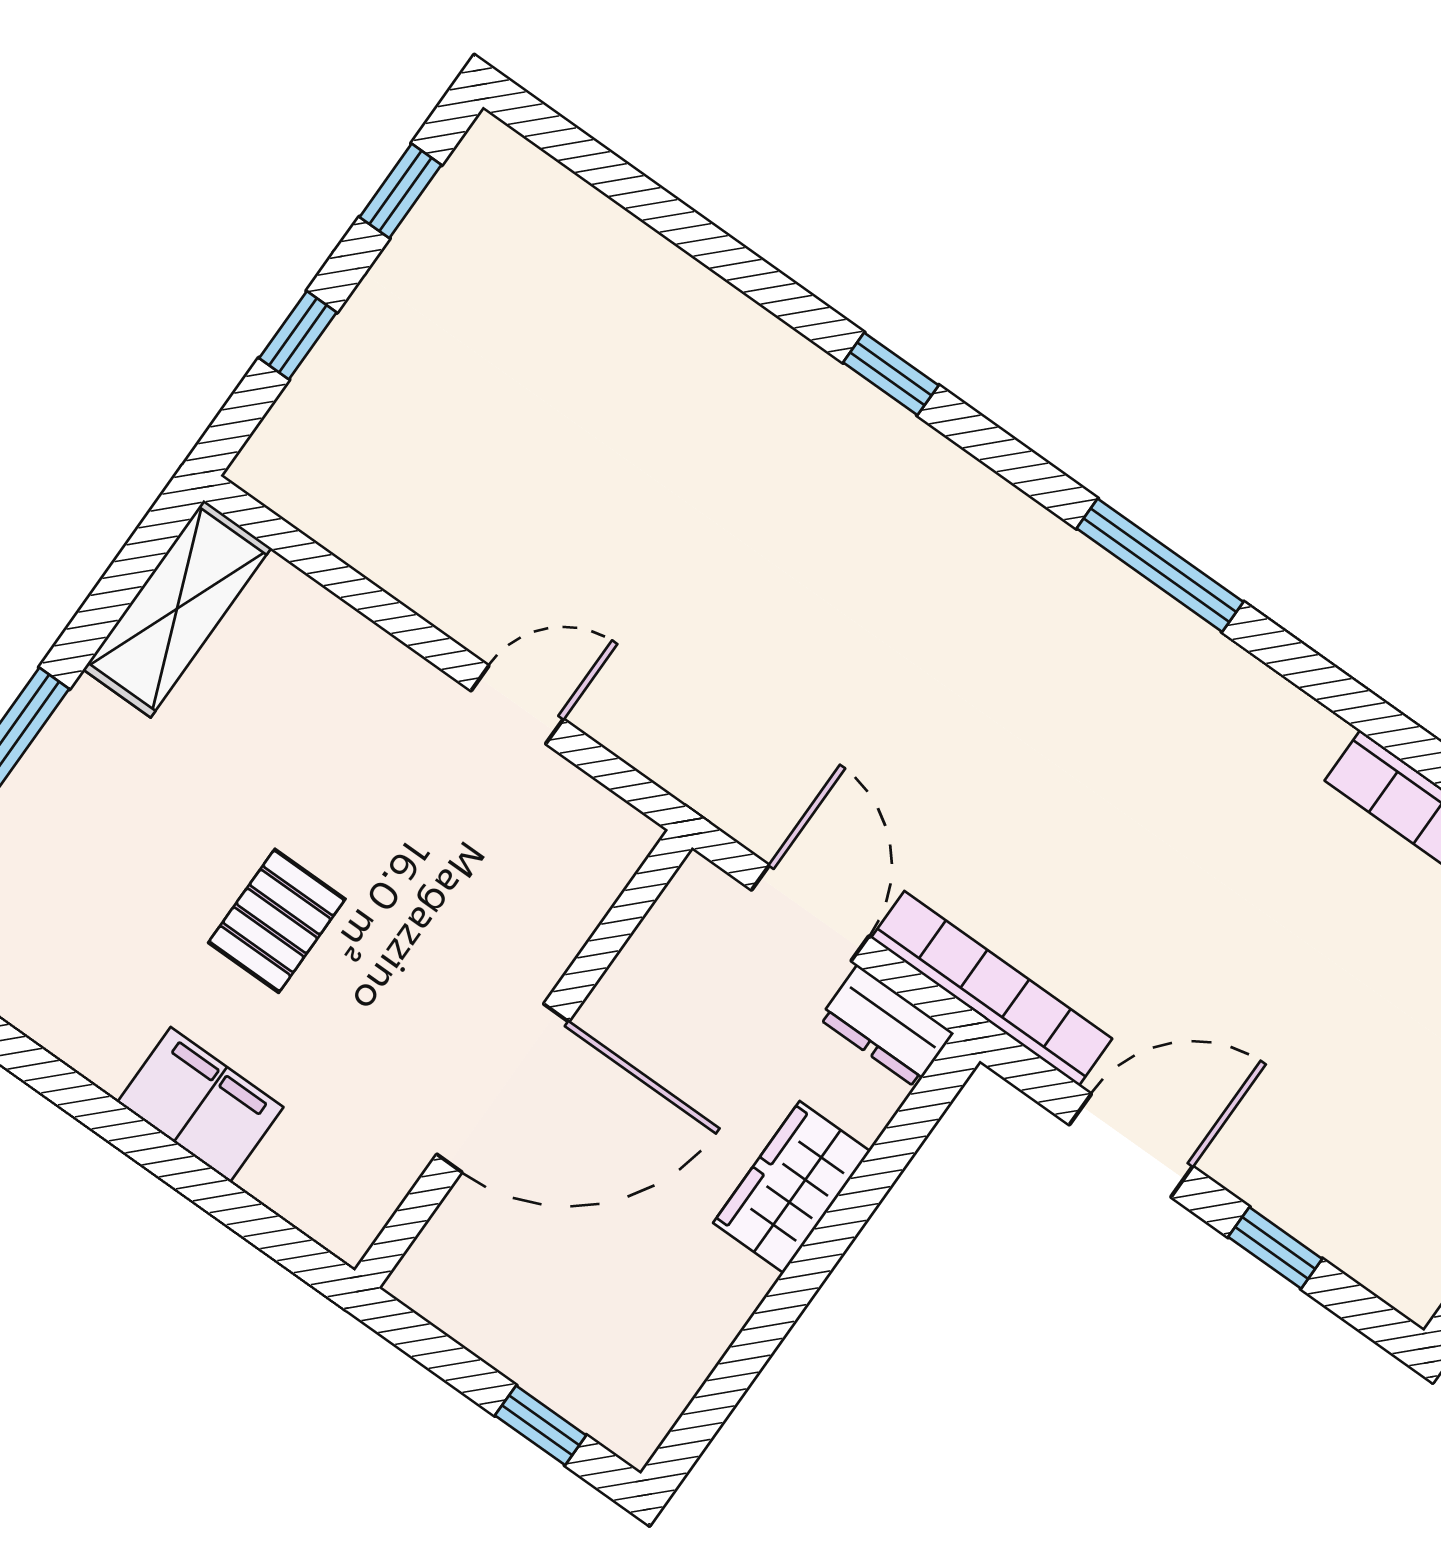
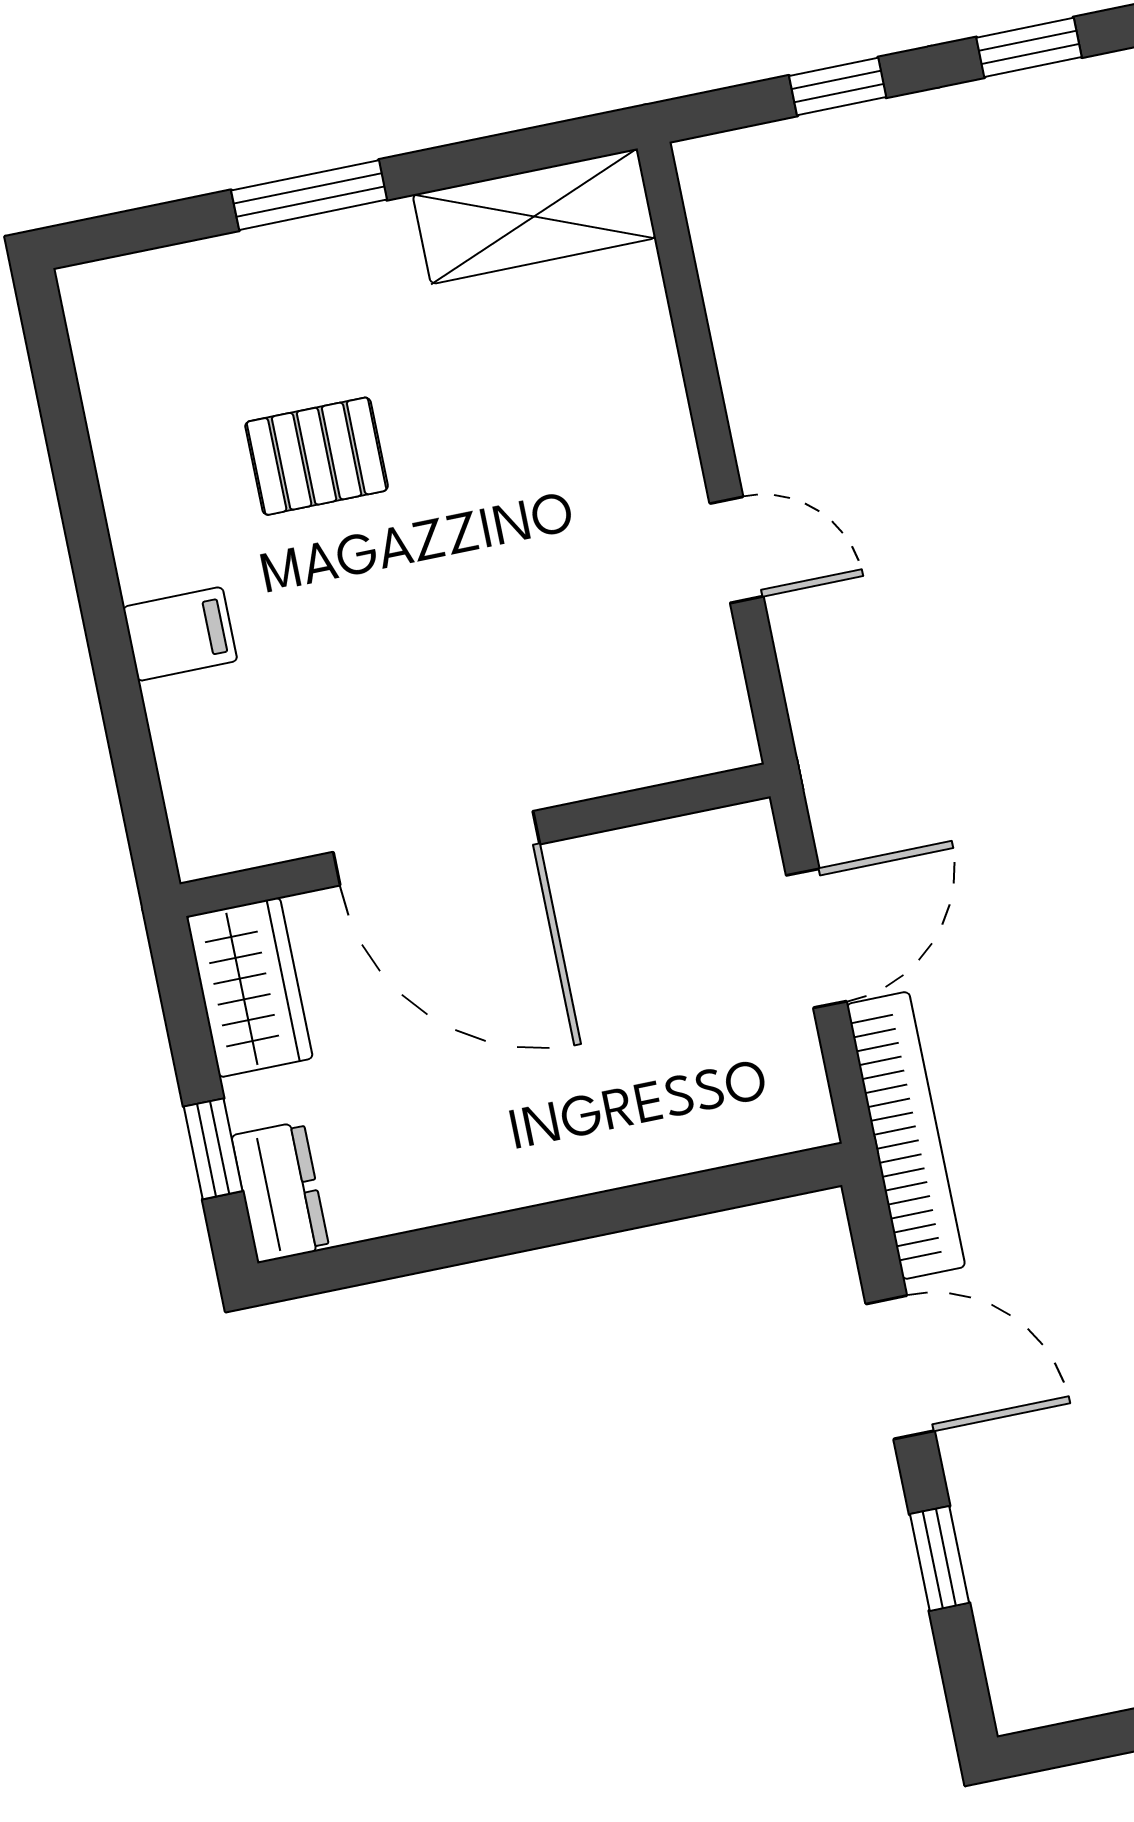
pallet: (277, 921) -> (317, 456), moved
dresser: (886, 1026) -> (280, 1192), moved, turned 180
filing cabinet: (200, 1105) -> (180, 634), width x0.50
wardrobe: (792, 1187) -> (250, 987), moved, turned 90

